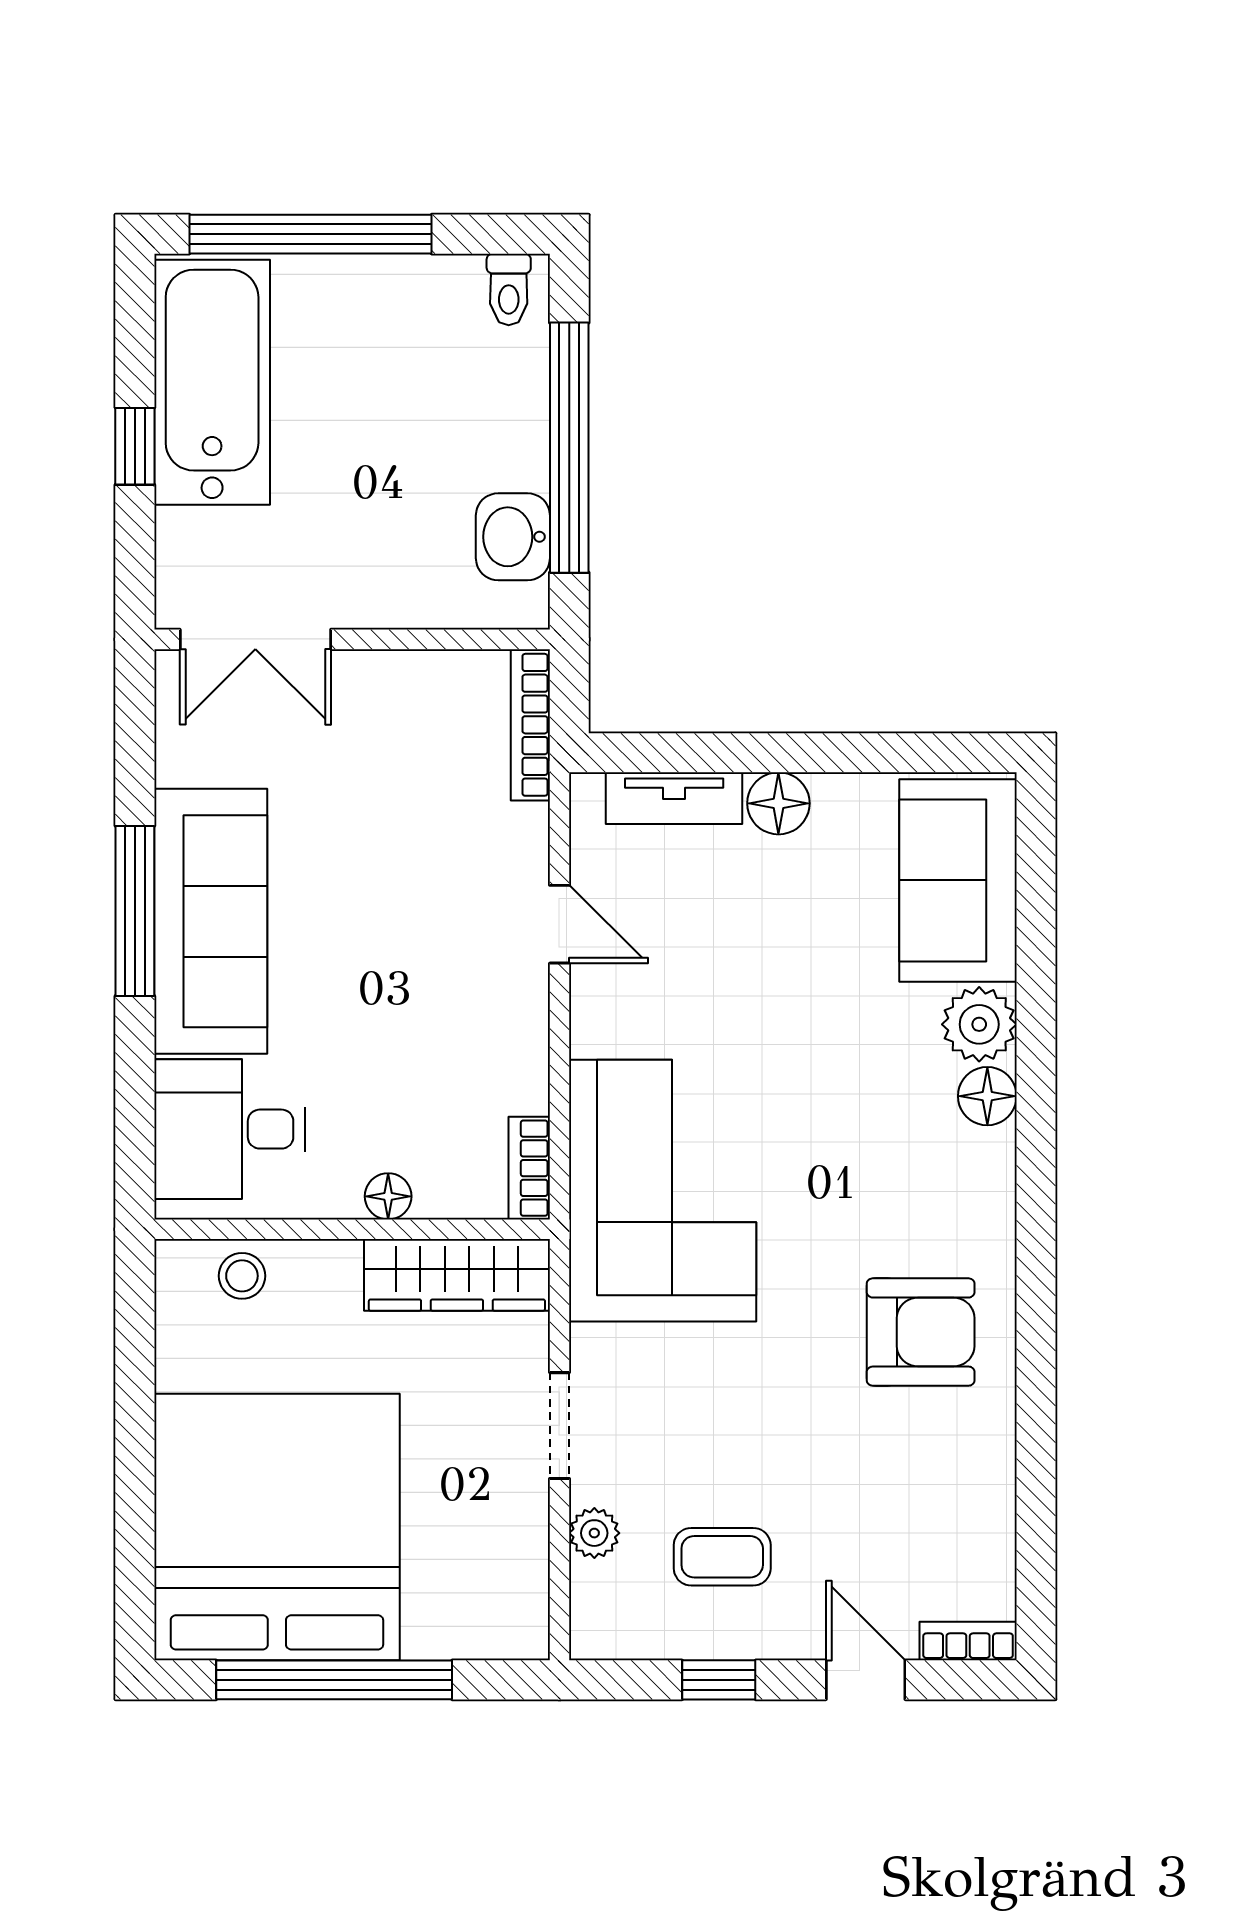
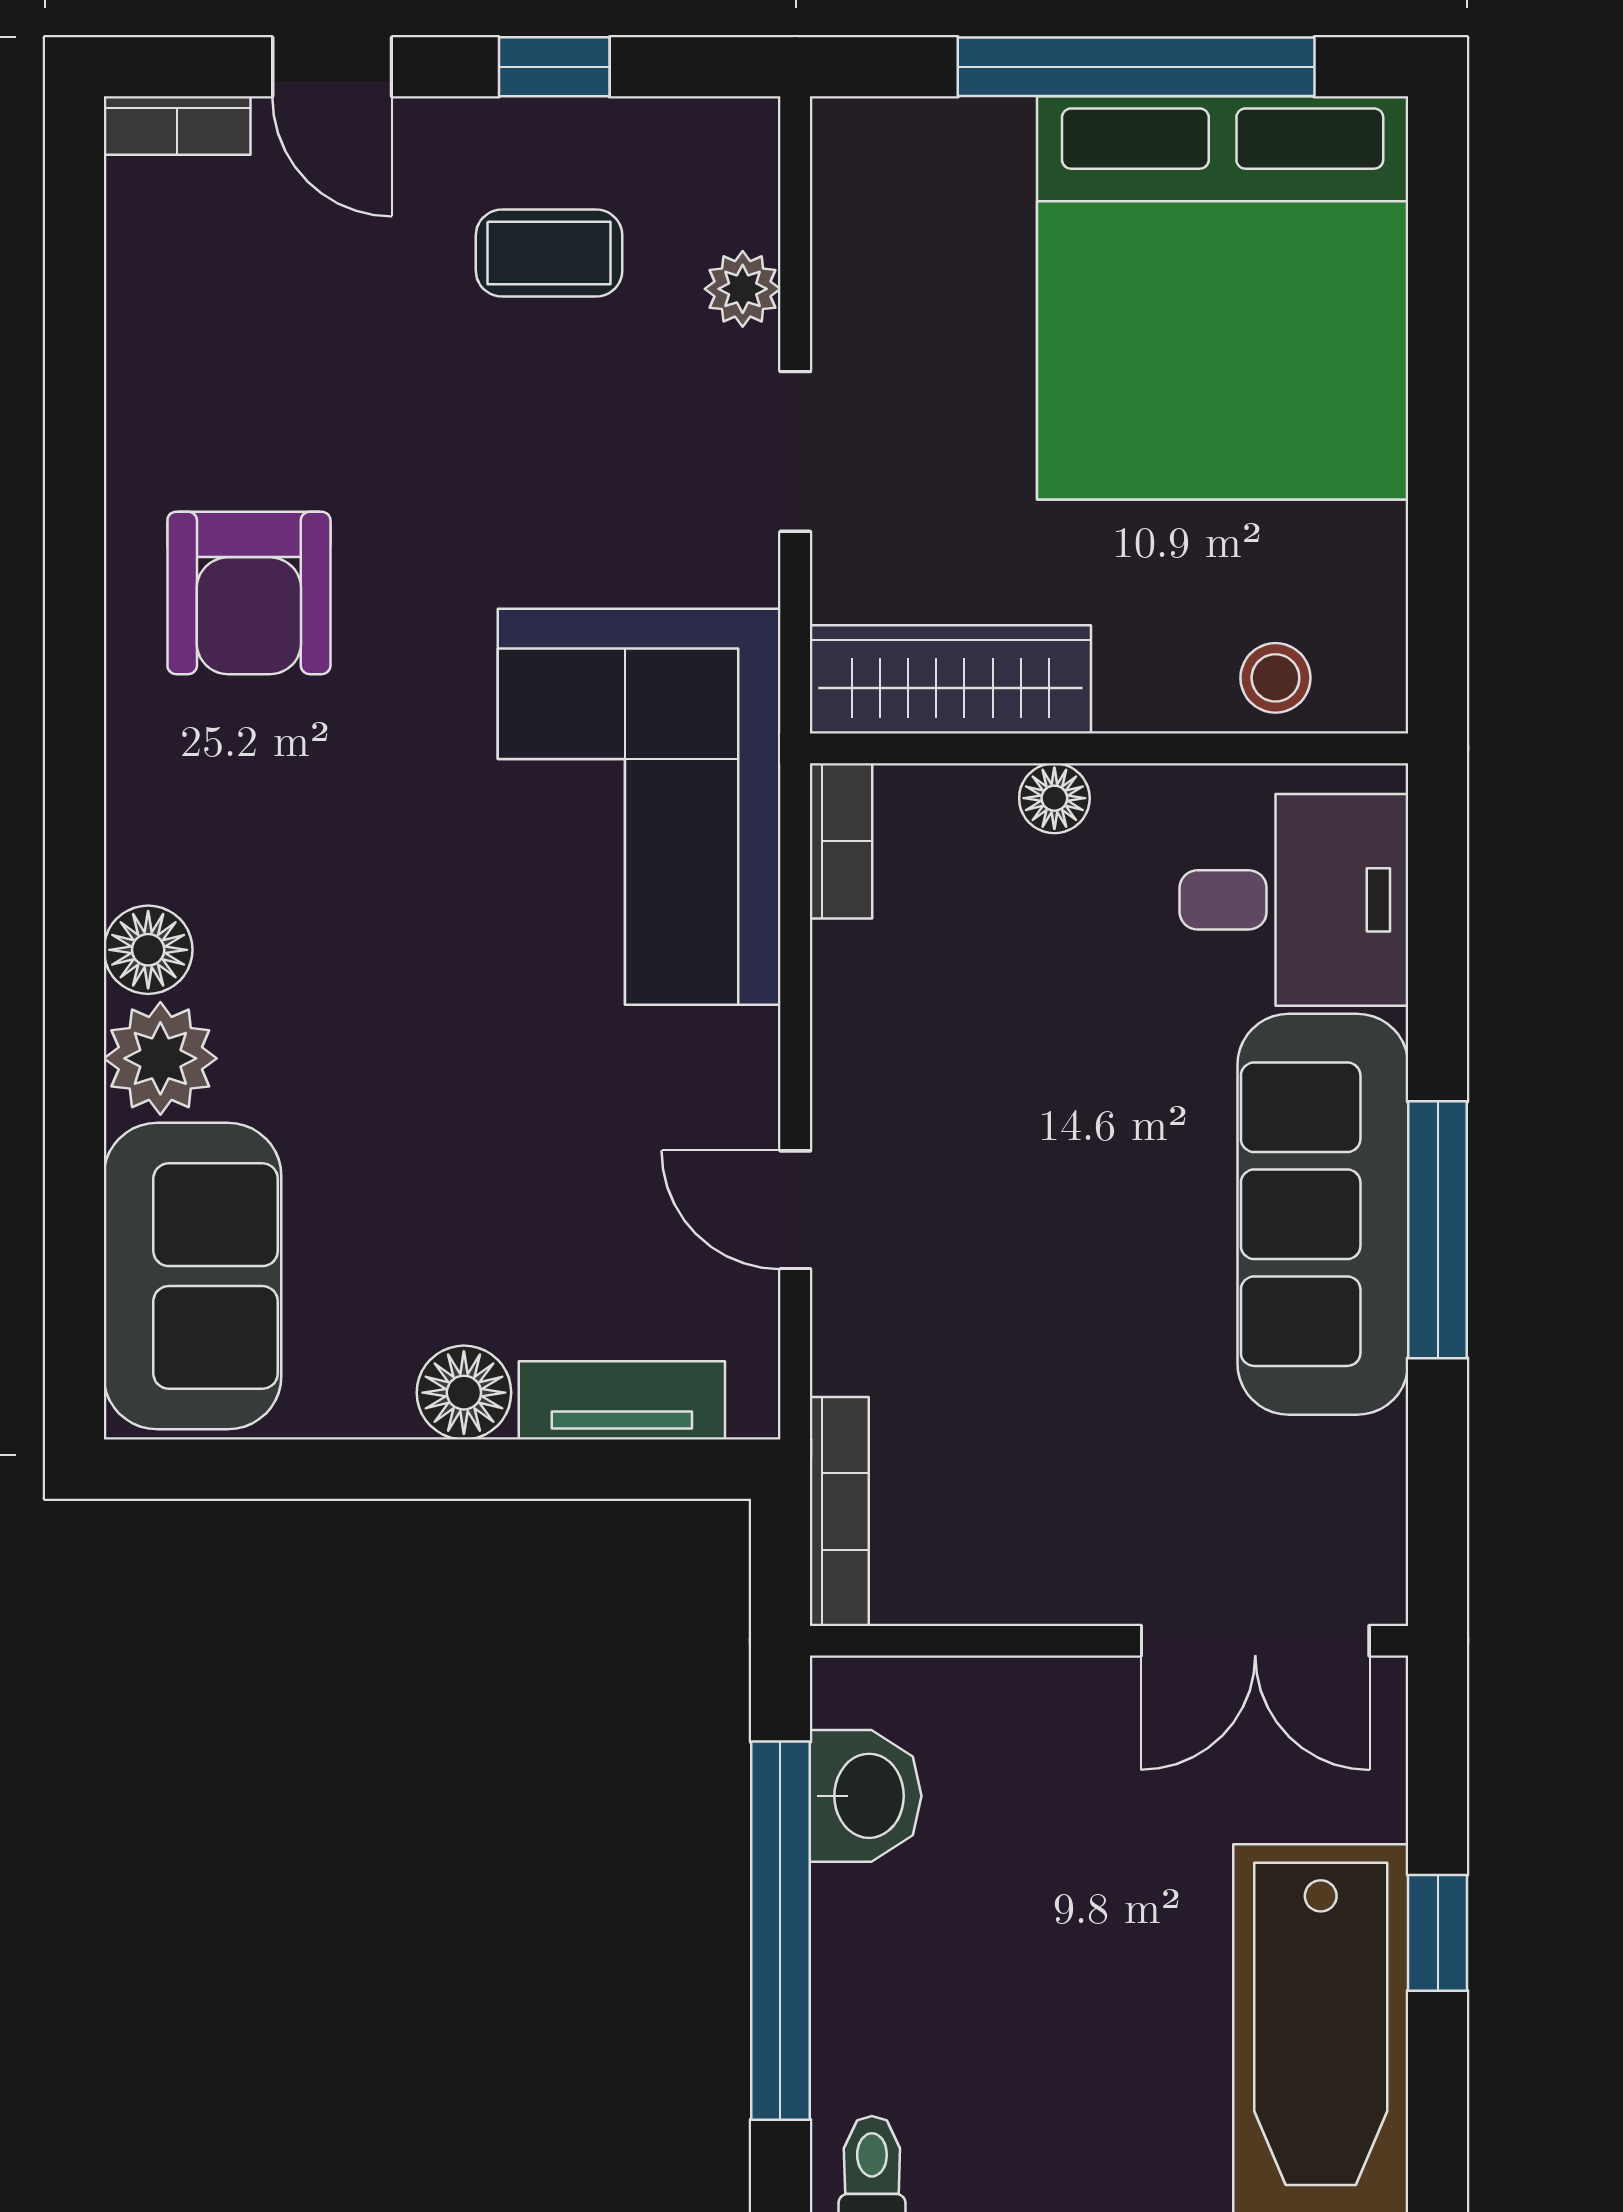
double door: (255, 639) -> (1255, 1641), swing flipped
armchair: (921, 1332) -> (249, 593), turned -90

